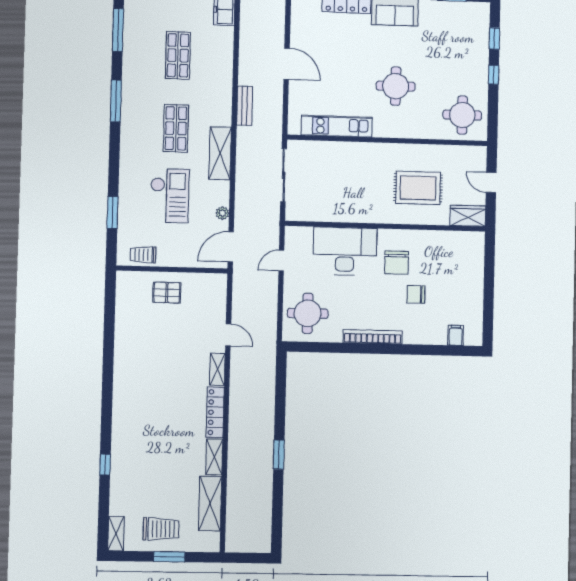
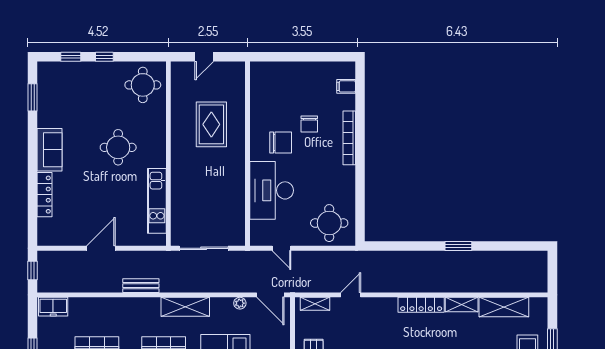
wardrobe: (468, 216) -> (236, 78), removed
bookcase: (373, 337) -> (349, 138), moved
shelving: (217, 369) -> (315, 304), moved

